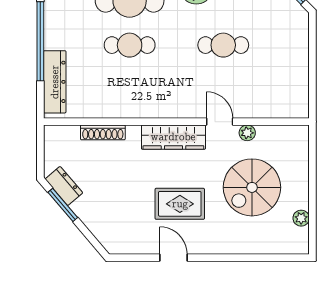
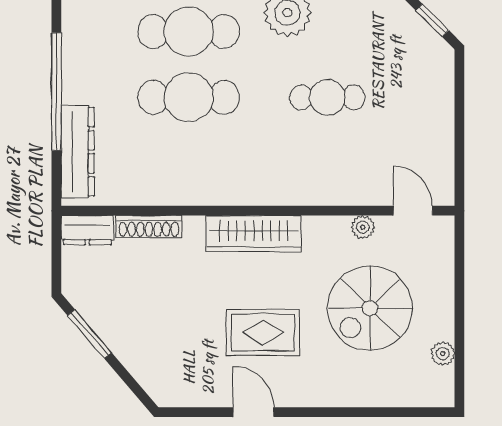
cafe table: (130, 45) -> (189, 97), width x1.37, depth x1.35
door: (220, 122) -> (413, 211), moved
dresser: (64, 186) -> (87, 230), moved, turned 130

